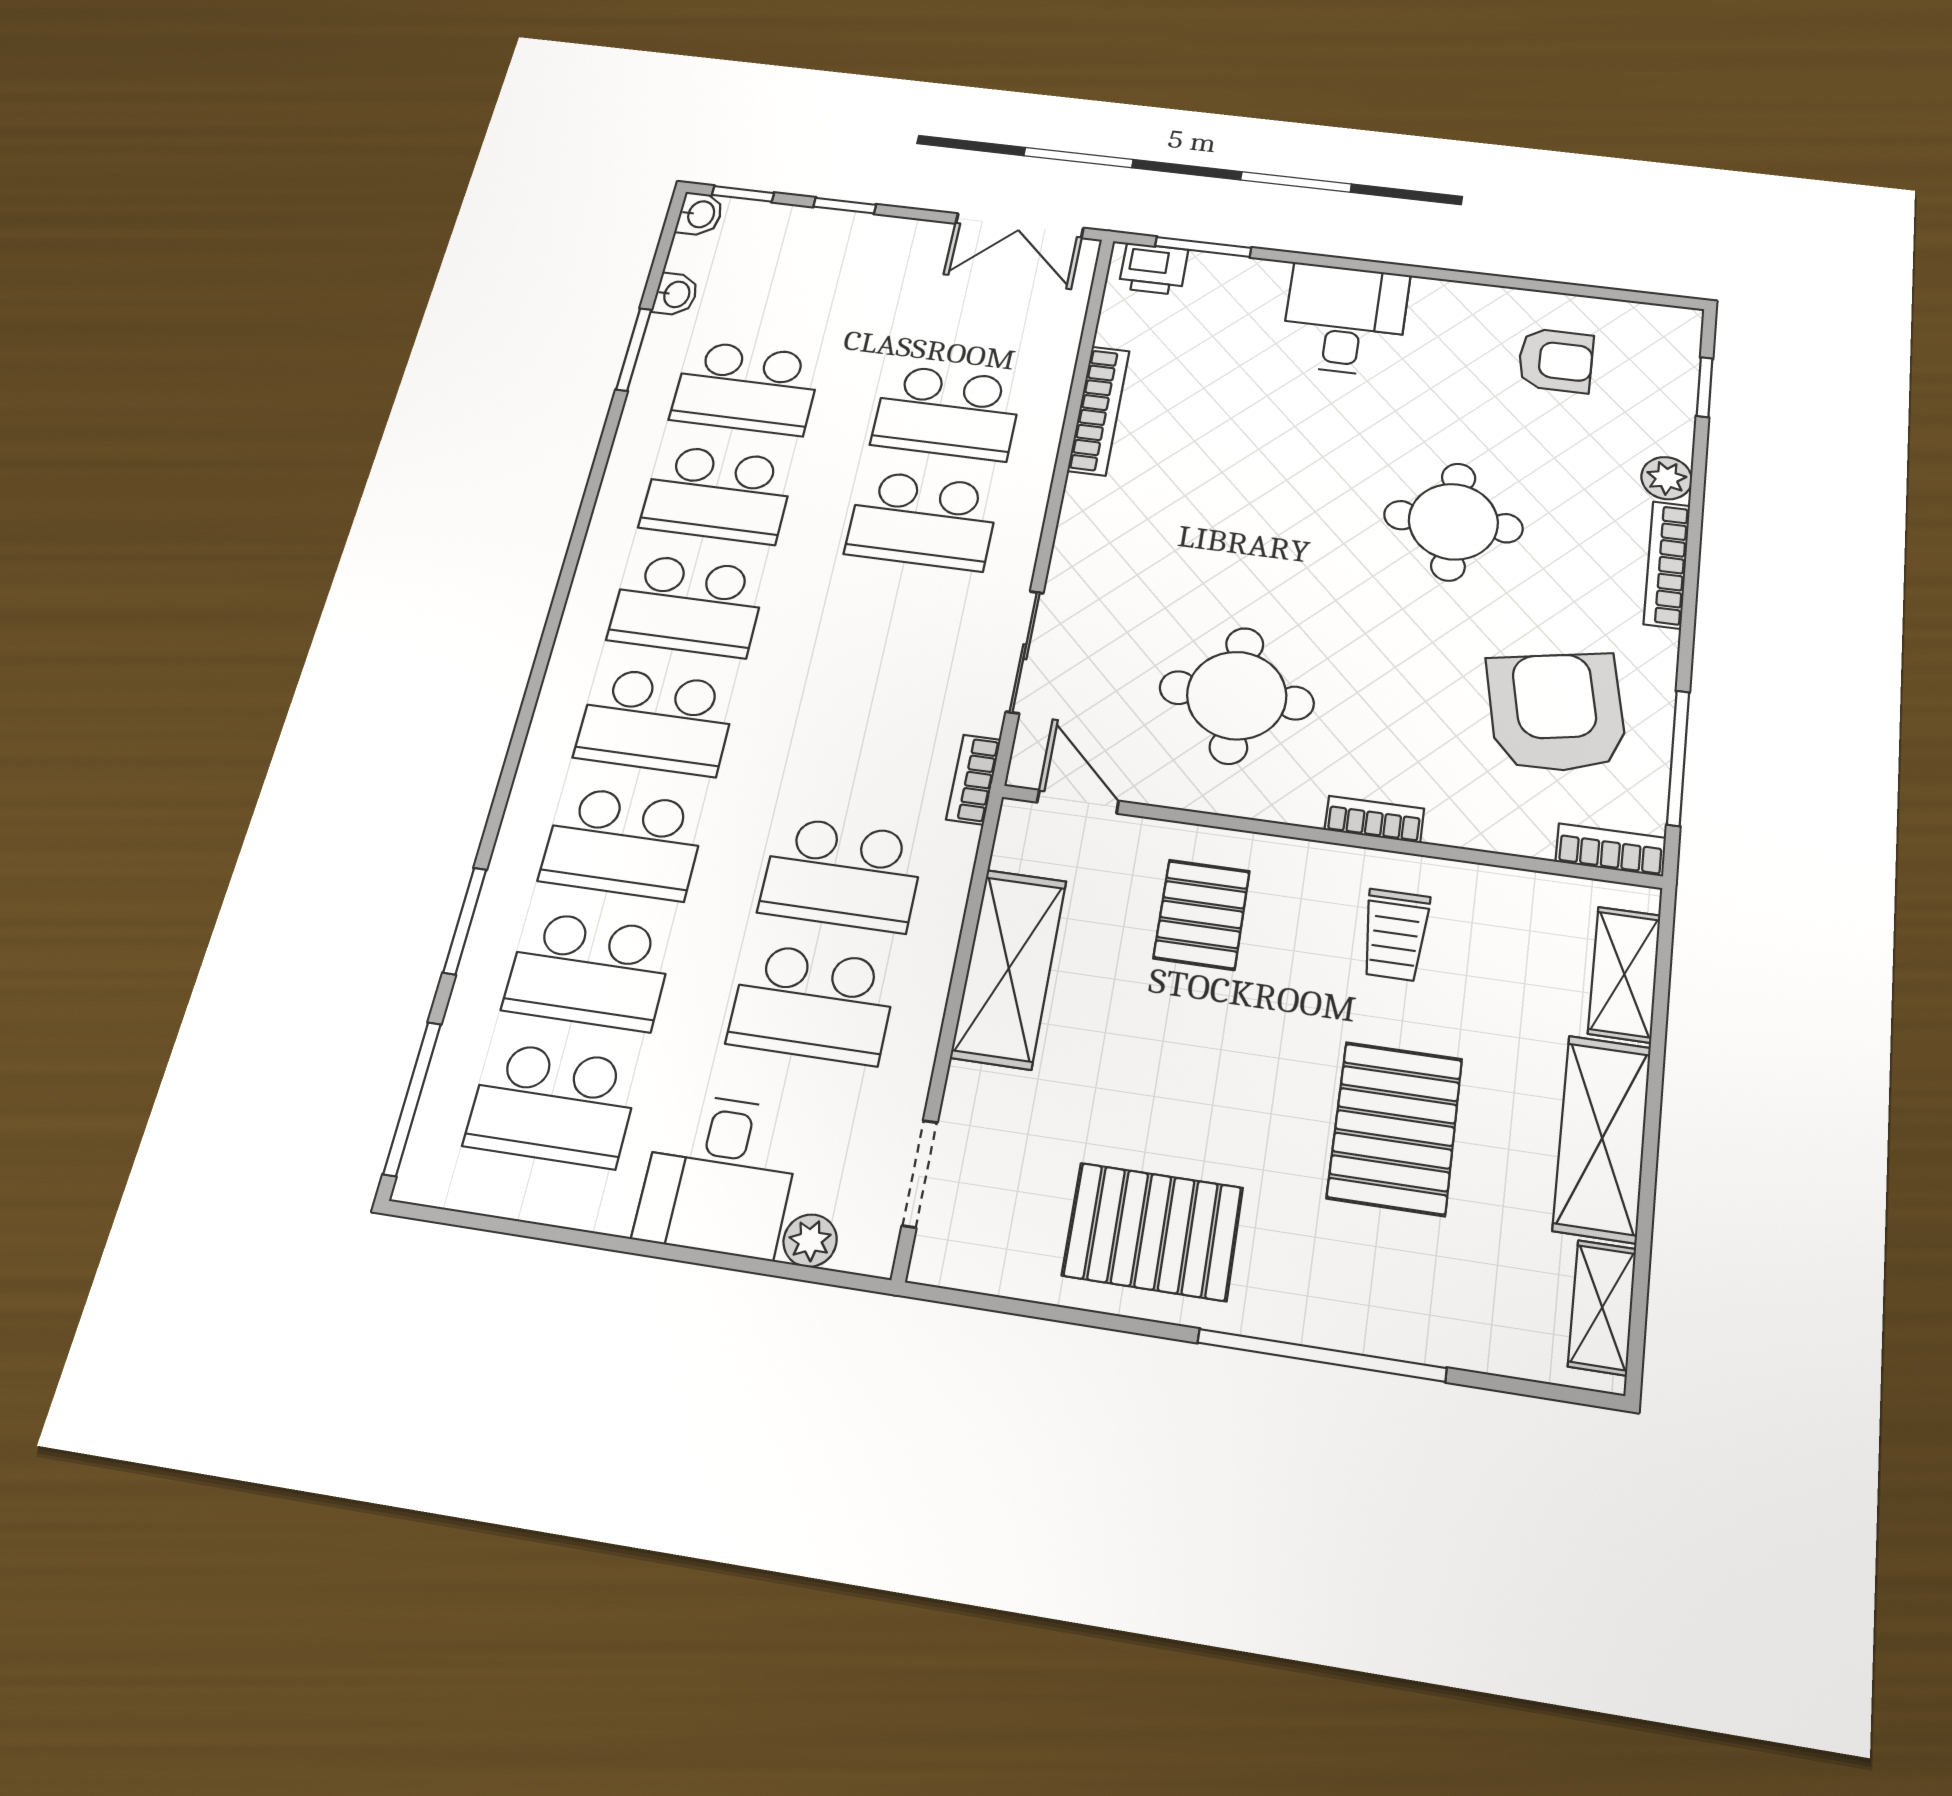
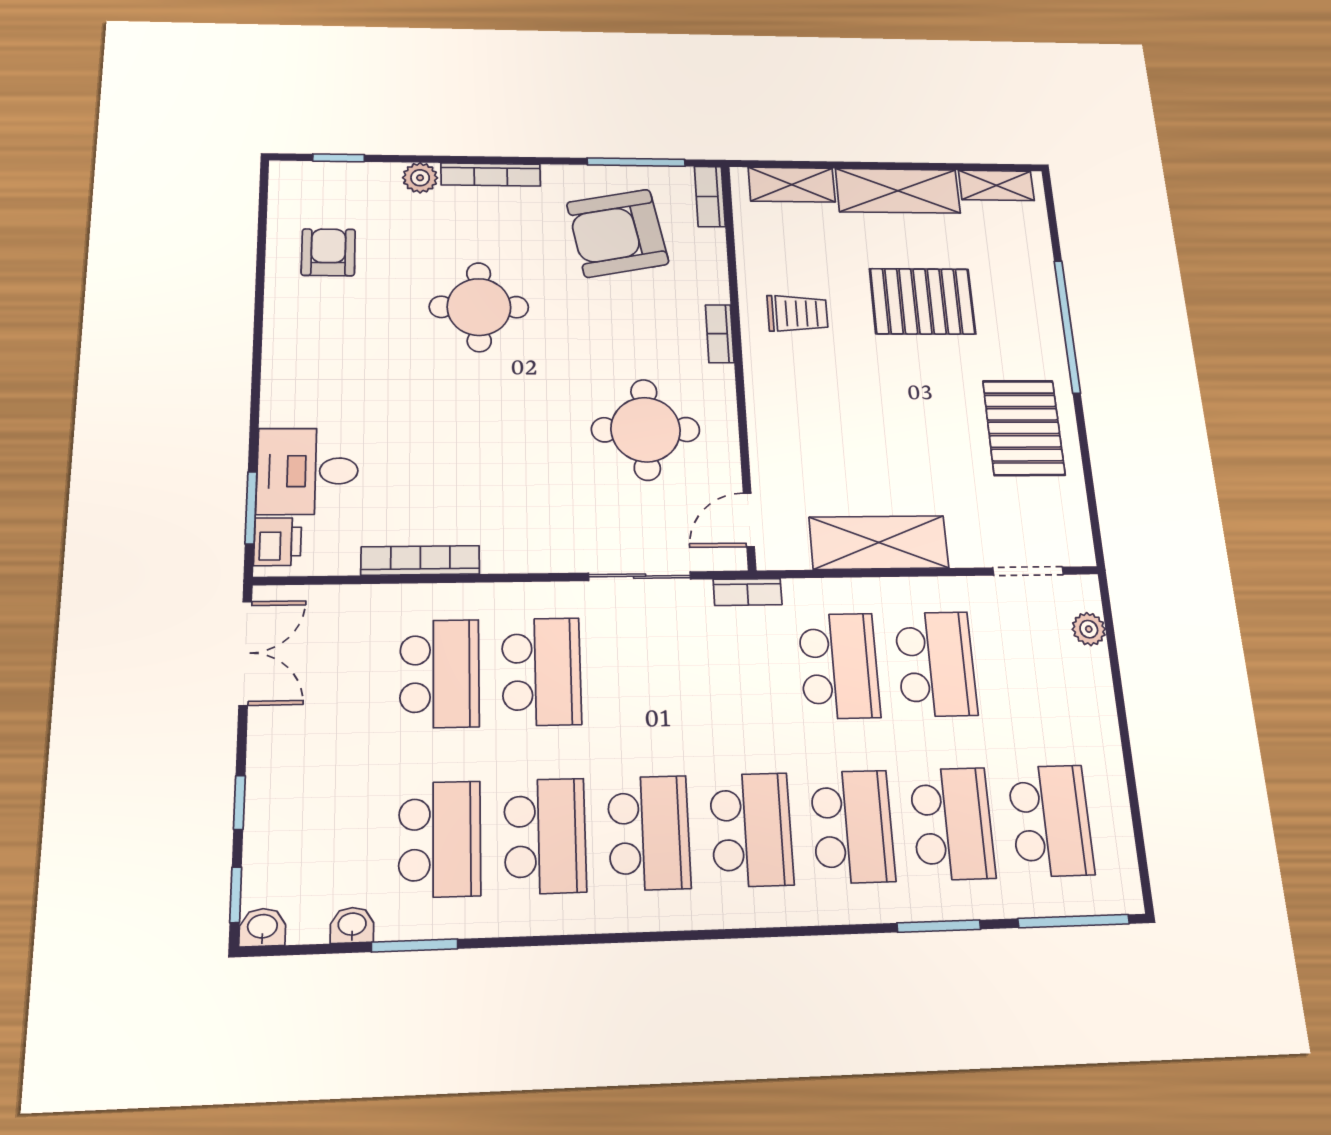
desk: (1345, 319) -> (308, 471), moved
pallet: (1202, 914) -> (812, 429), removed
desk: (720, 1175) -> (1065, 696), removed

